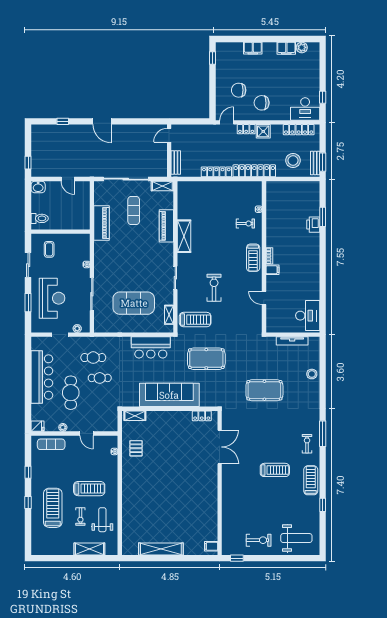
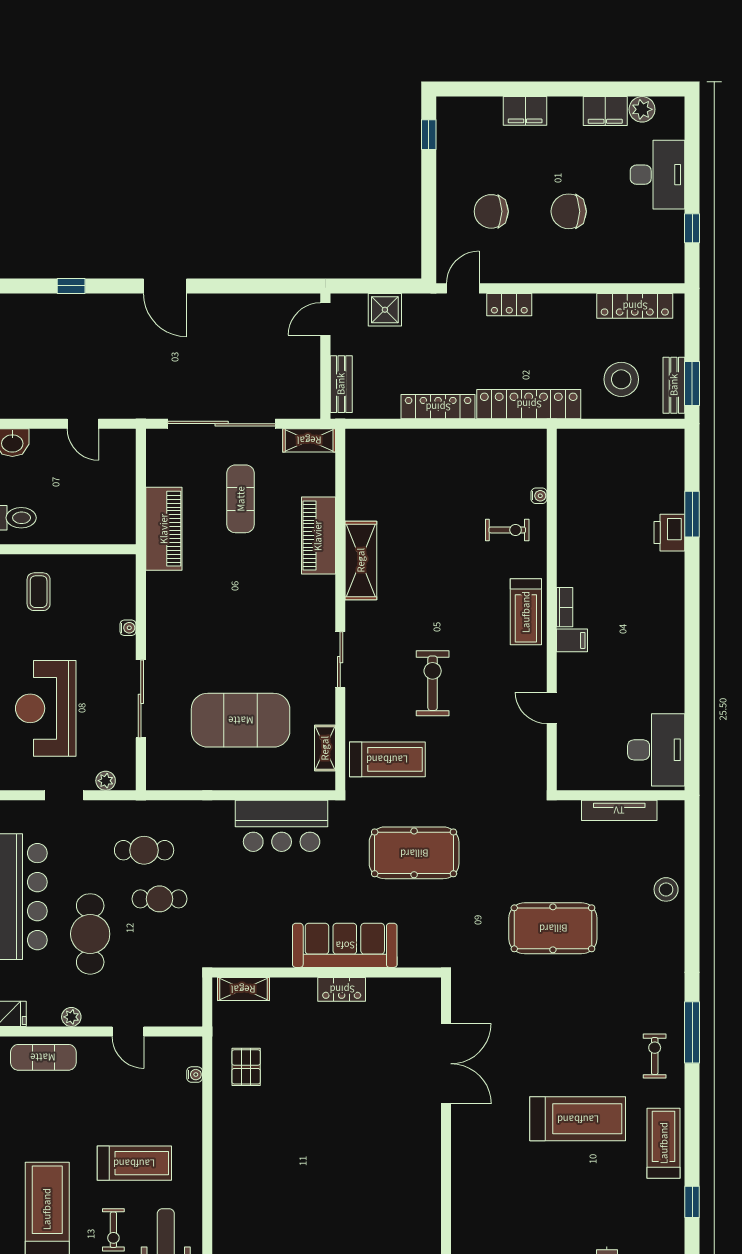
chair: (262, 103) -> (569, 211), moved
desk: (305, 109) -> (658, 175), moved, turned -90
shower: (263, 131) -> (385, 310), moved
reception desk: (52, 298) -> (46, 708), turned 180
sofa: (169, 395) -> (345, 945), width x0.74, depth x0.79
locker: (202, 416) -> (342, 989), moved
treadmill: (275, 470) -> (578, 1119), width x1.37, depth x1.38

